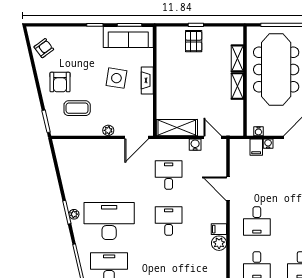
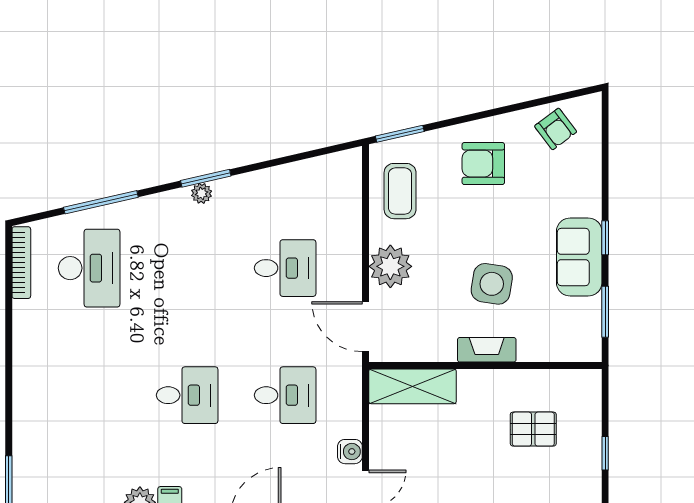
sofa: (128, 37) -> (579, 257), moved, width x0.73
pallet: (194, 41) -> (533, 429), moved
coffee table: (77, 108) -> (400, 191), moved
shelving: (177, 128) -> (413, 386), moved, turned 90
plant: (108, 130) -> (390, 266), width x1.87, depth x1.87
desk: (109, 221) -> (285, 268), moved, width x0.53, depth x0.77

